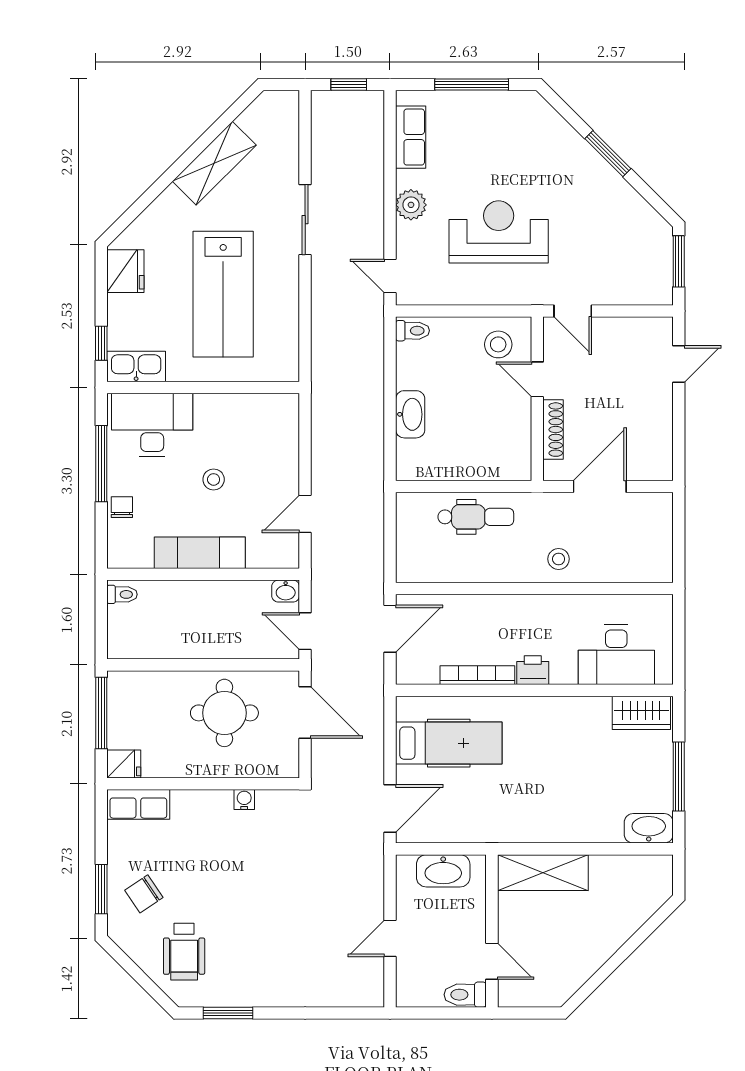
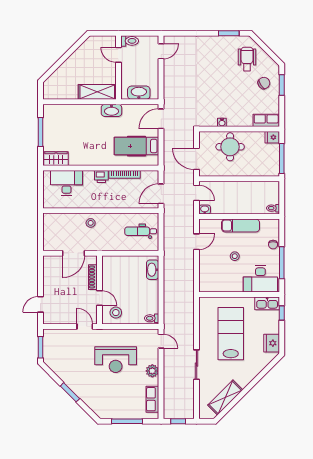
shelving: (214, 163) -> (225, 398), moved
washbasin: (410, 414) -> (153, 270), moved
dental chair: (476, 517) -> (141, 231), moved
round table: (224, 713) -> (230, 147), moved
washbasin: (649, 828) -> (111, 110), moved
door: (390, 938) -> (161, 51), moved

